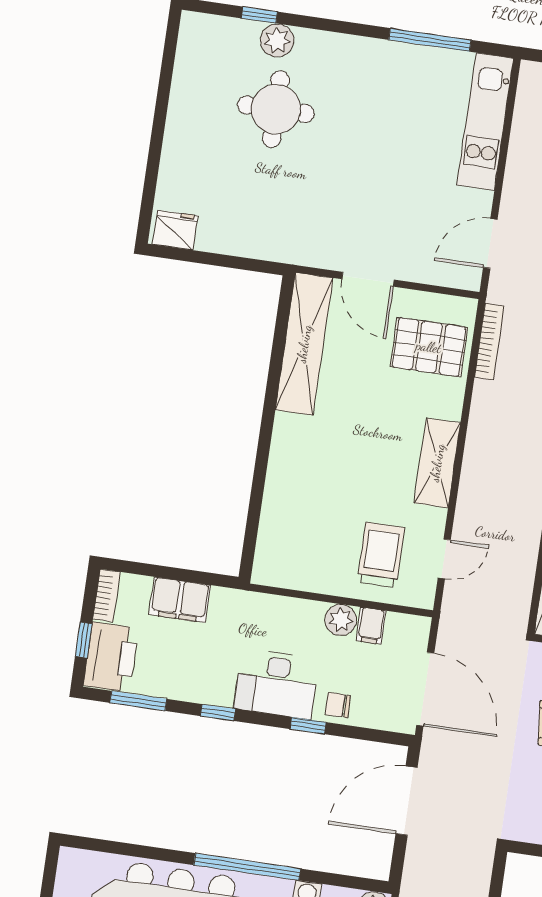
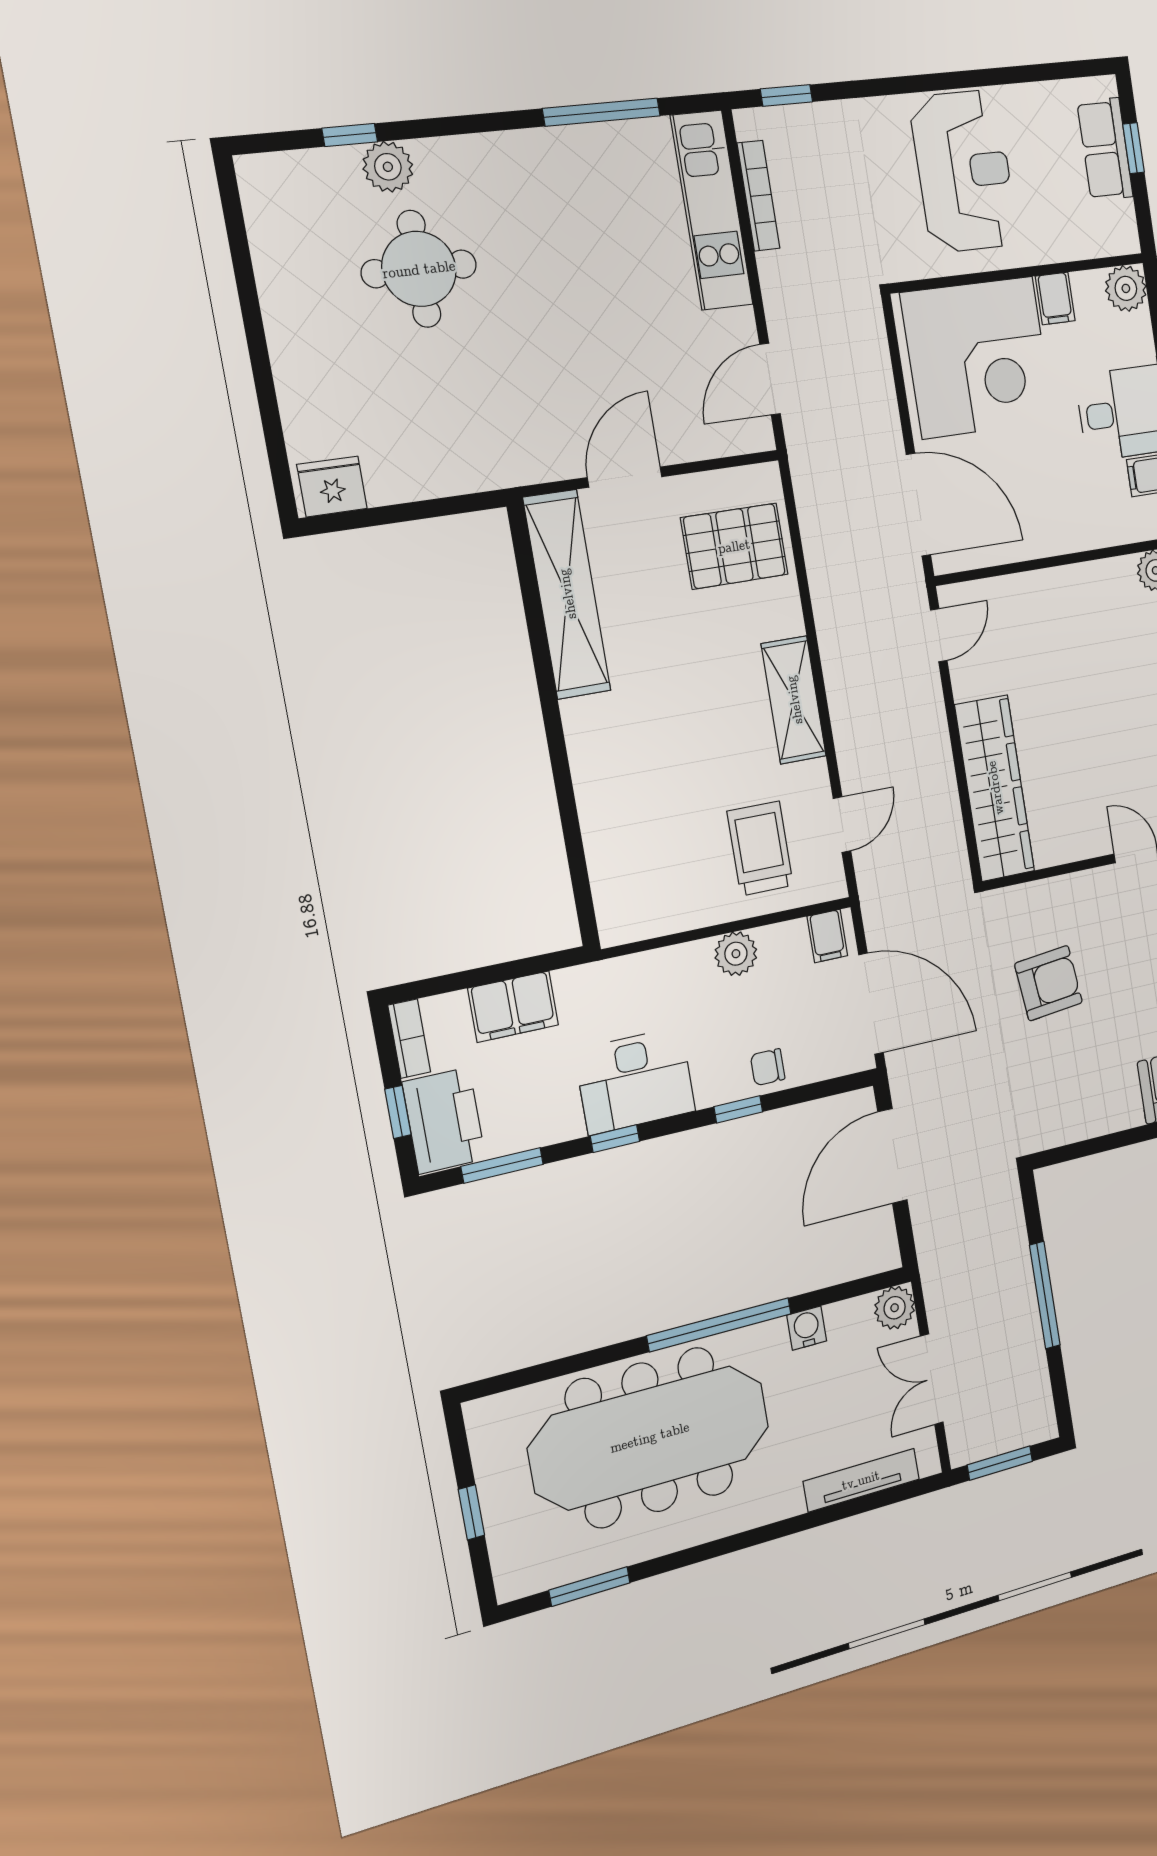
door: (368, 279) -> (625, 477), swing flipped
bookcase: (489, 342) -> (758, 196), moved
filing cabinet: (371, 626) -> (827, 936), moved
desk: (276, 684) -> (635, 1081), moved

